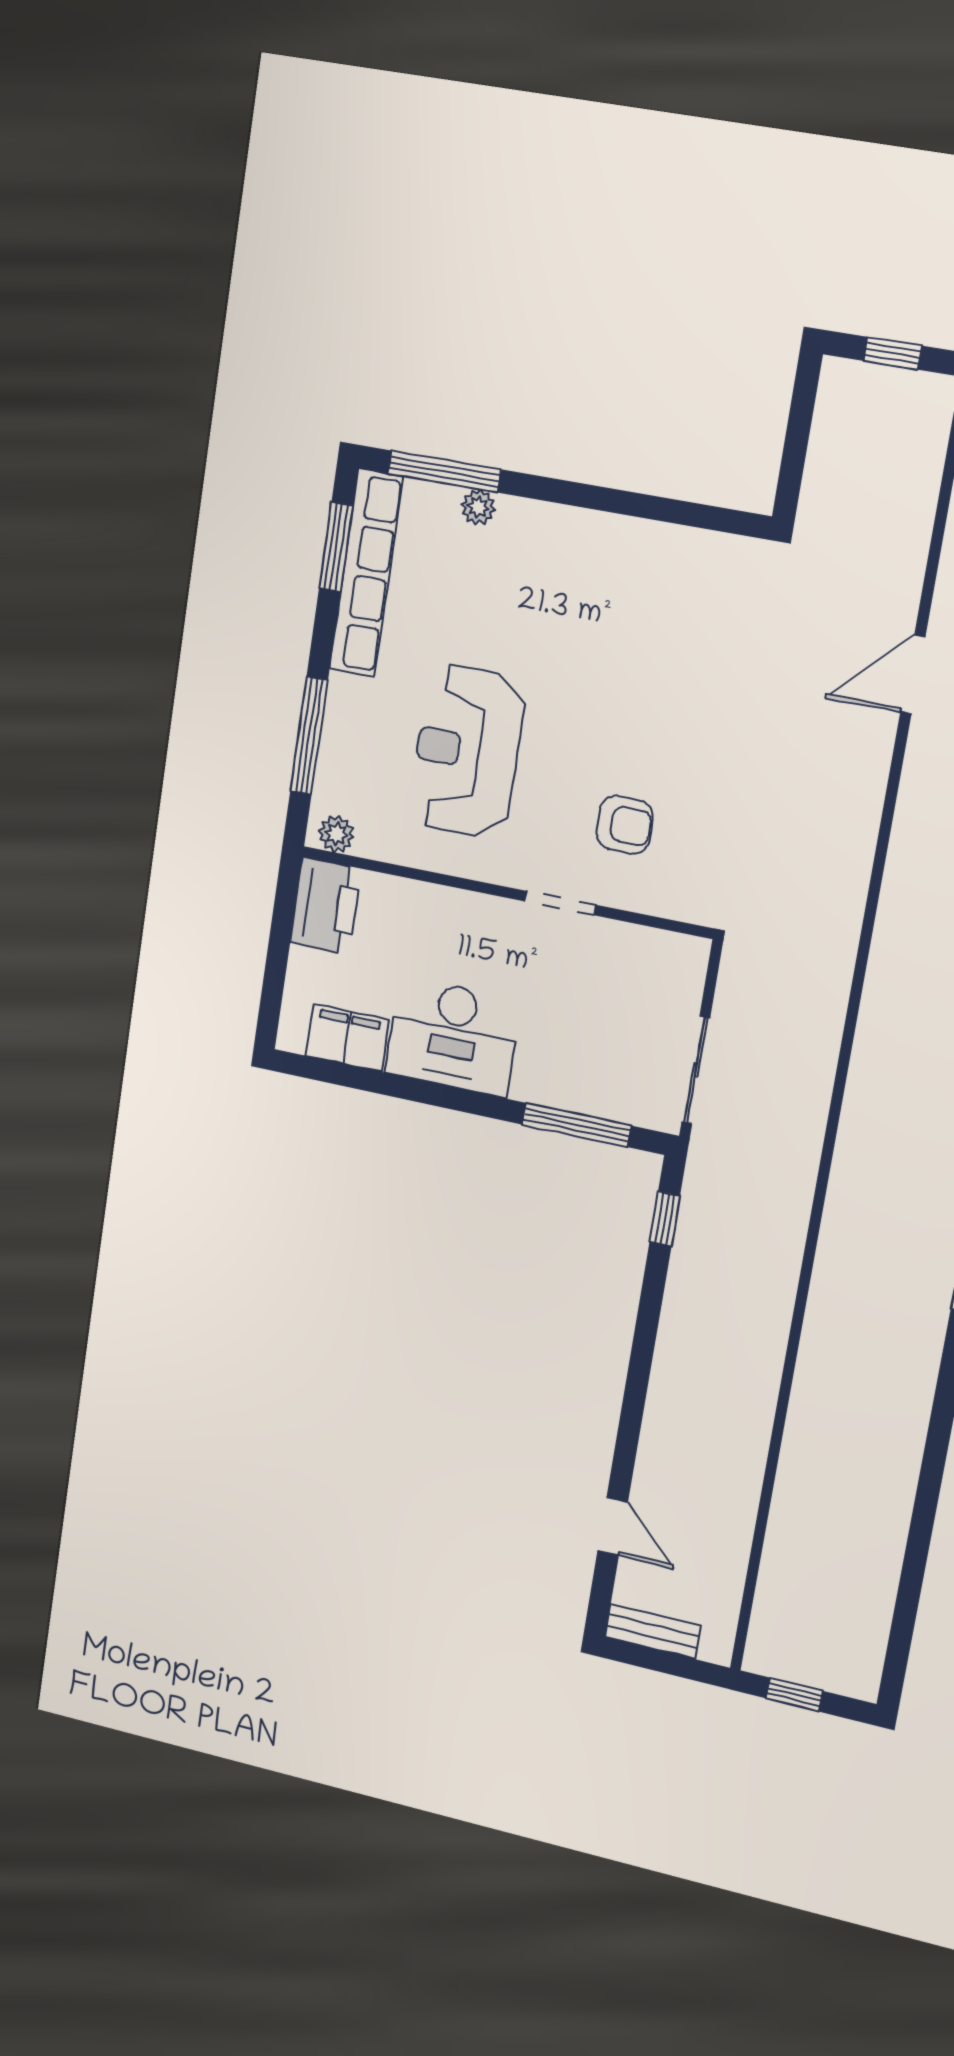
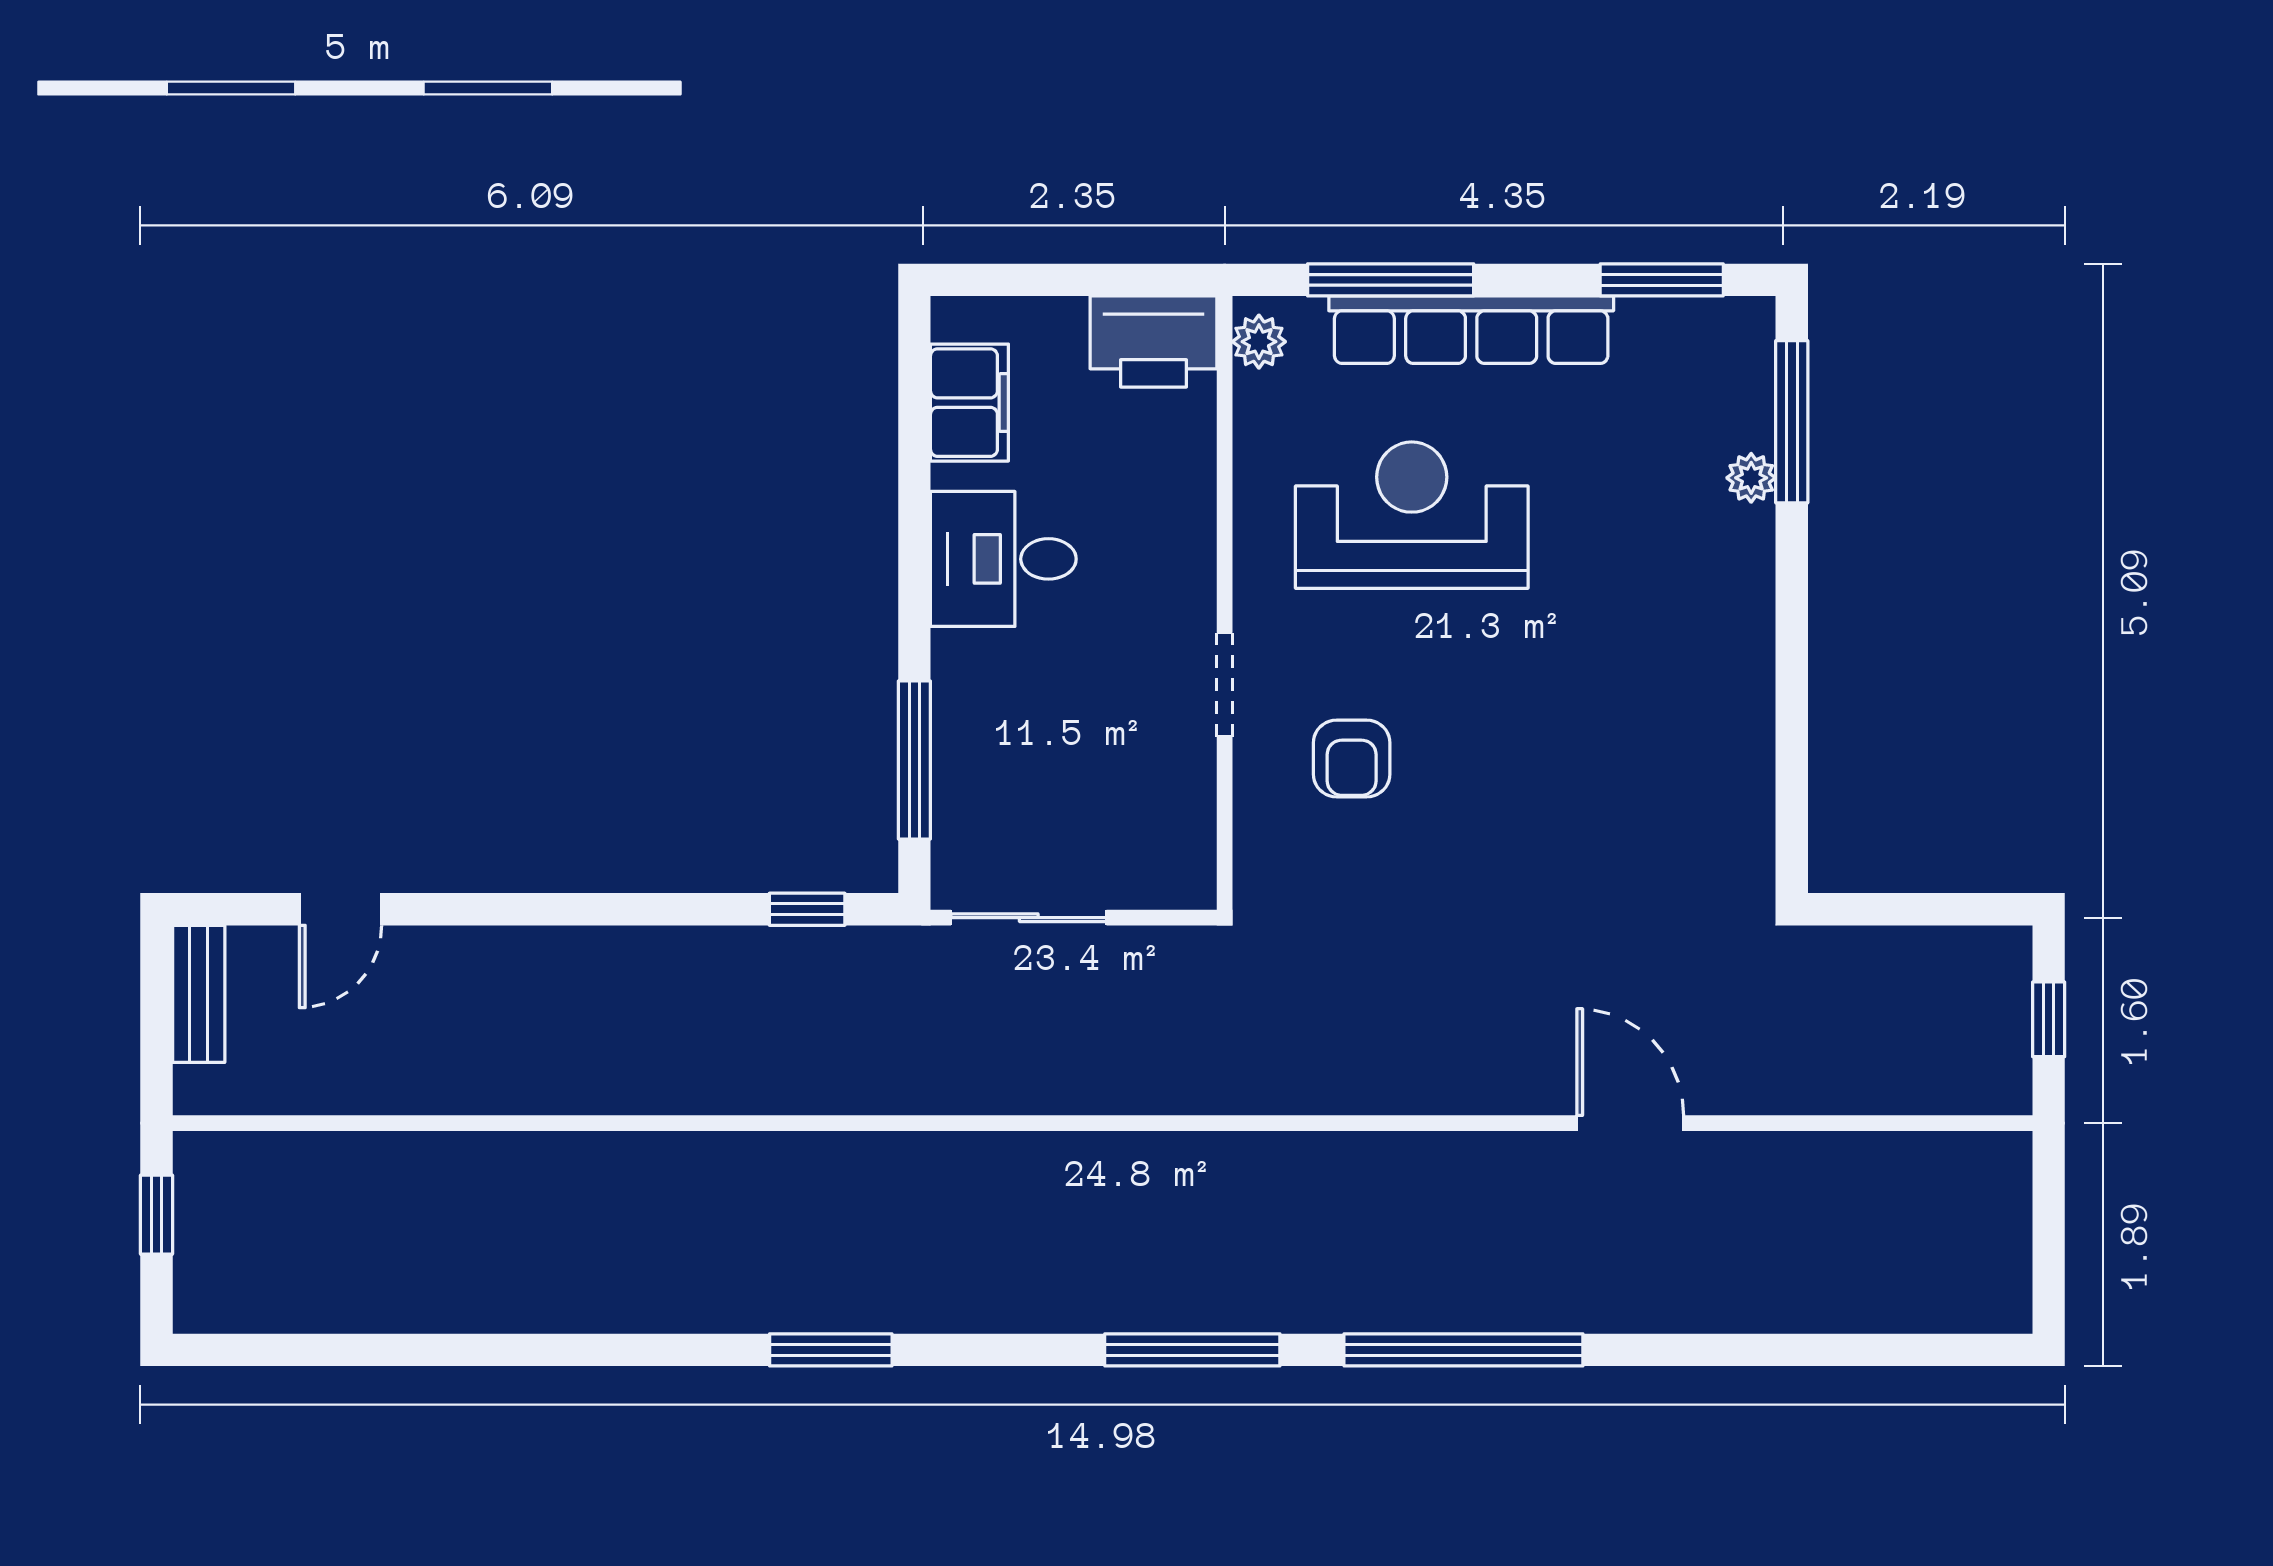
row of seats: (366, 573) -> (1471, 330), moved
desk: (453, 1037) -> (1003, 559), width x0.73

